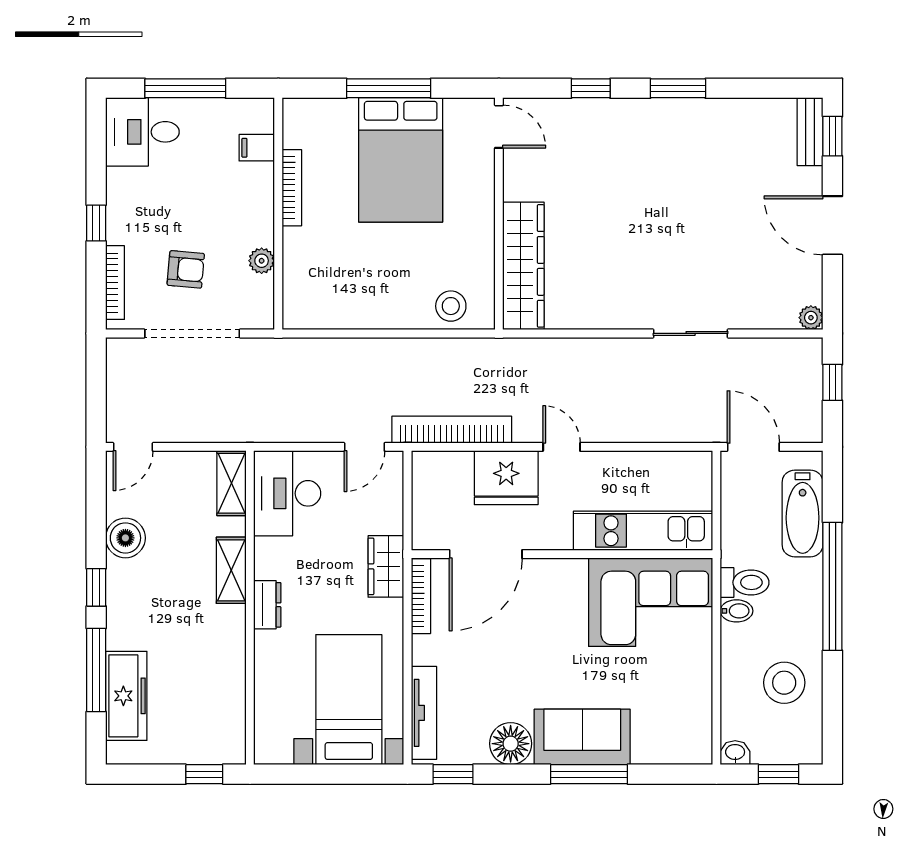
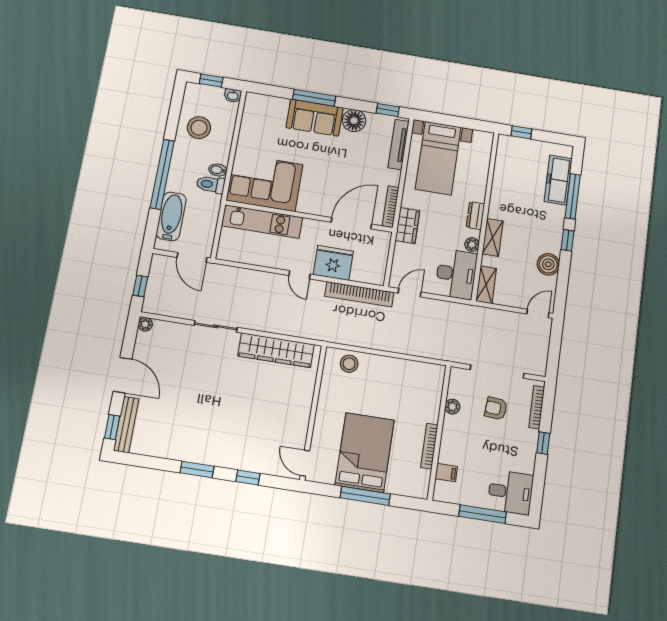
bench: (810, 132) -> (126, 425), width x1.36
wardrobe: (523, 266) -> (276, 350), moved, turned -90
plant: (266, 551) -> (472, 245), added

